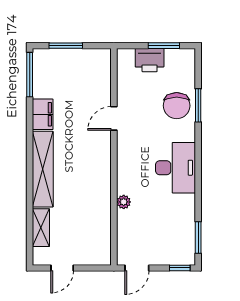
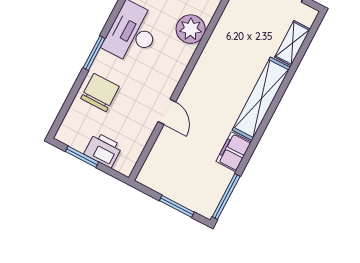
window: (198, 105) -> (94, 53), moved
door: (114, 118) -> (167, 112), hinge flipped
plant: (124, 202) -> (191, 29), width x1.87, depth x1.87

